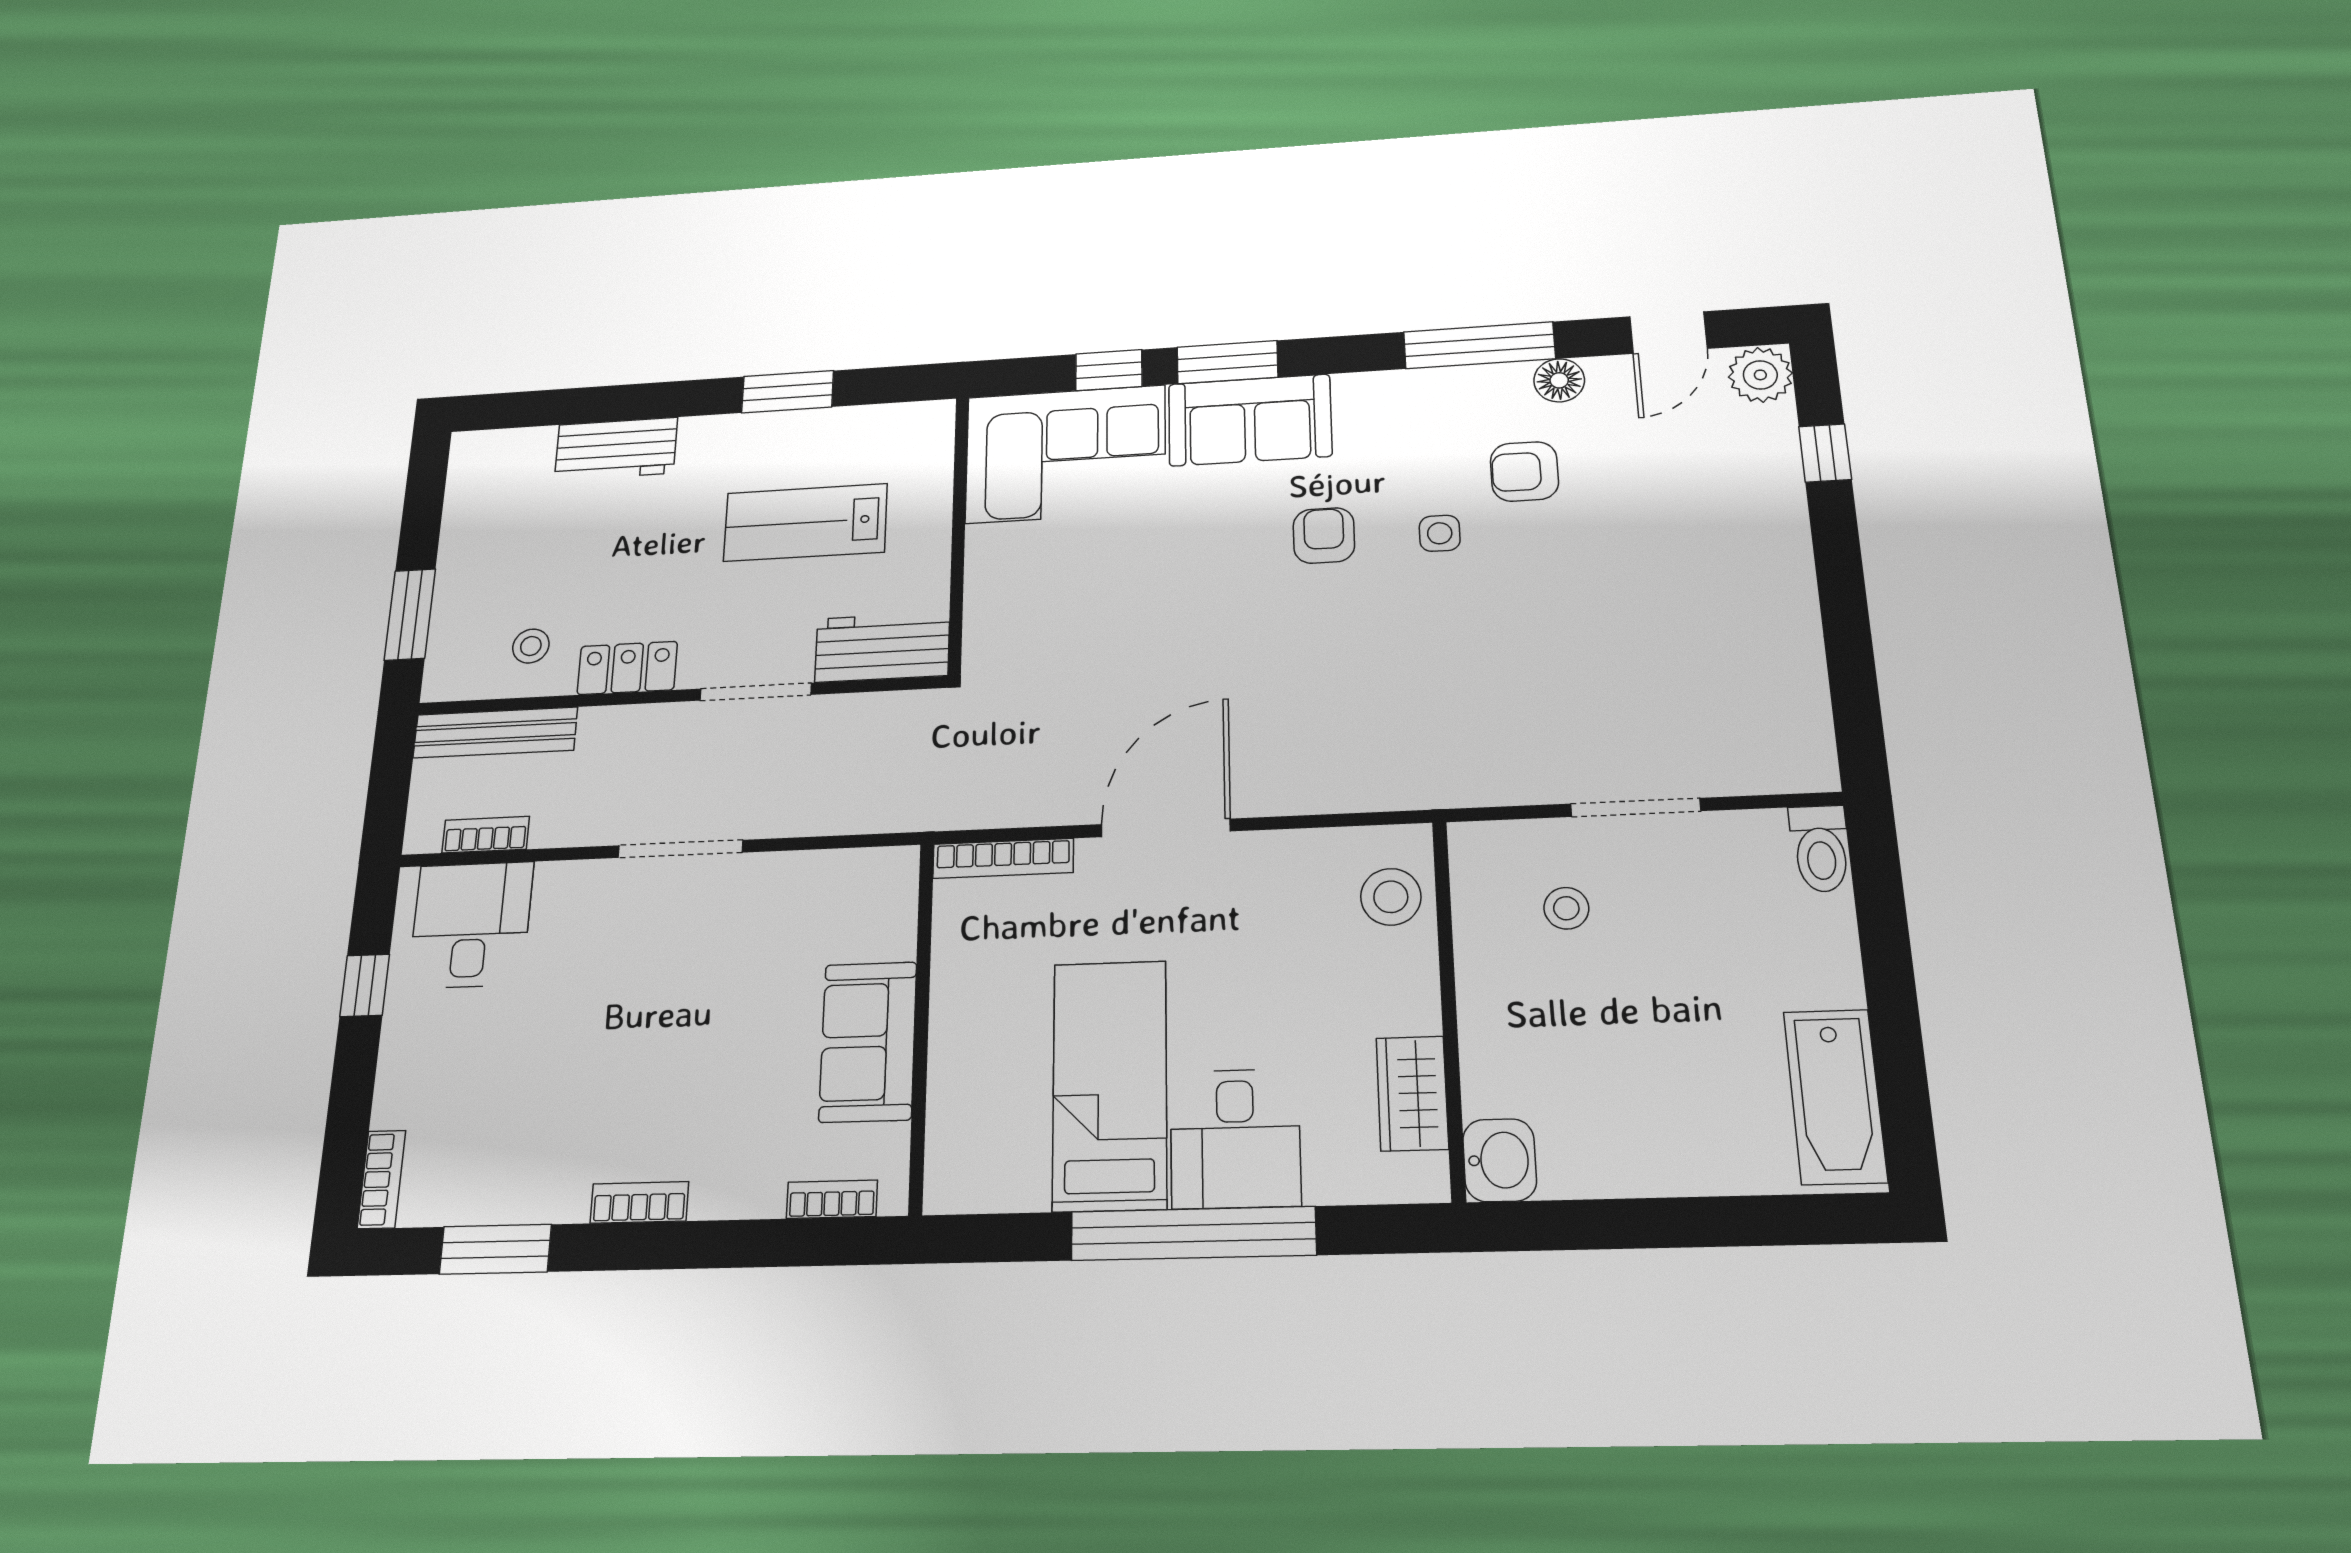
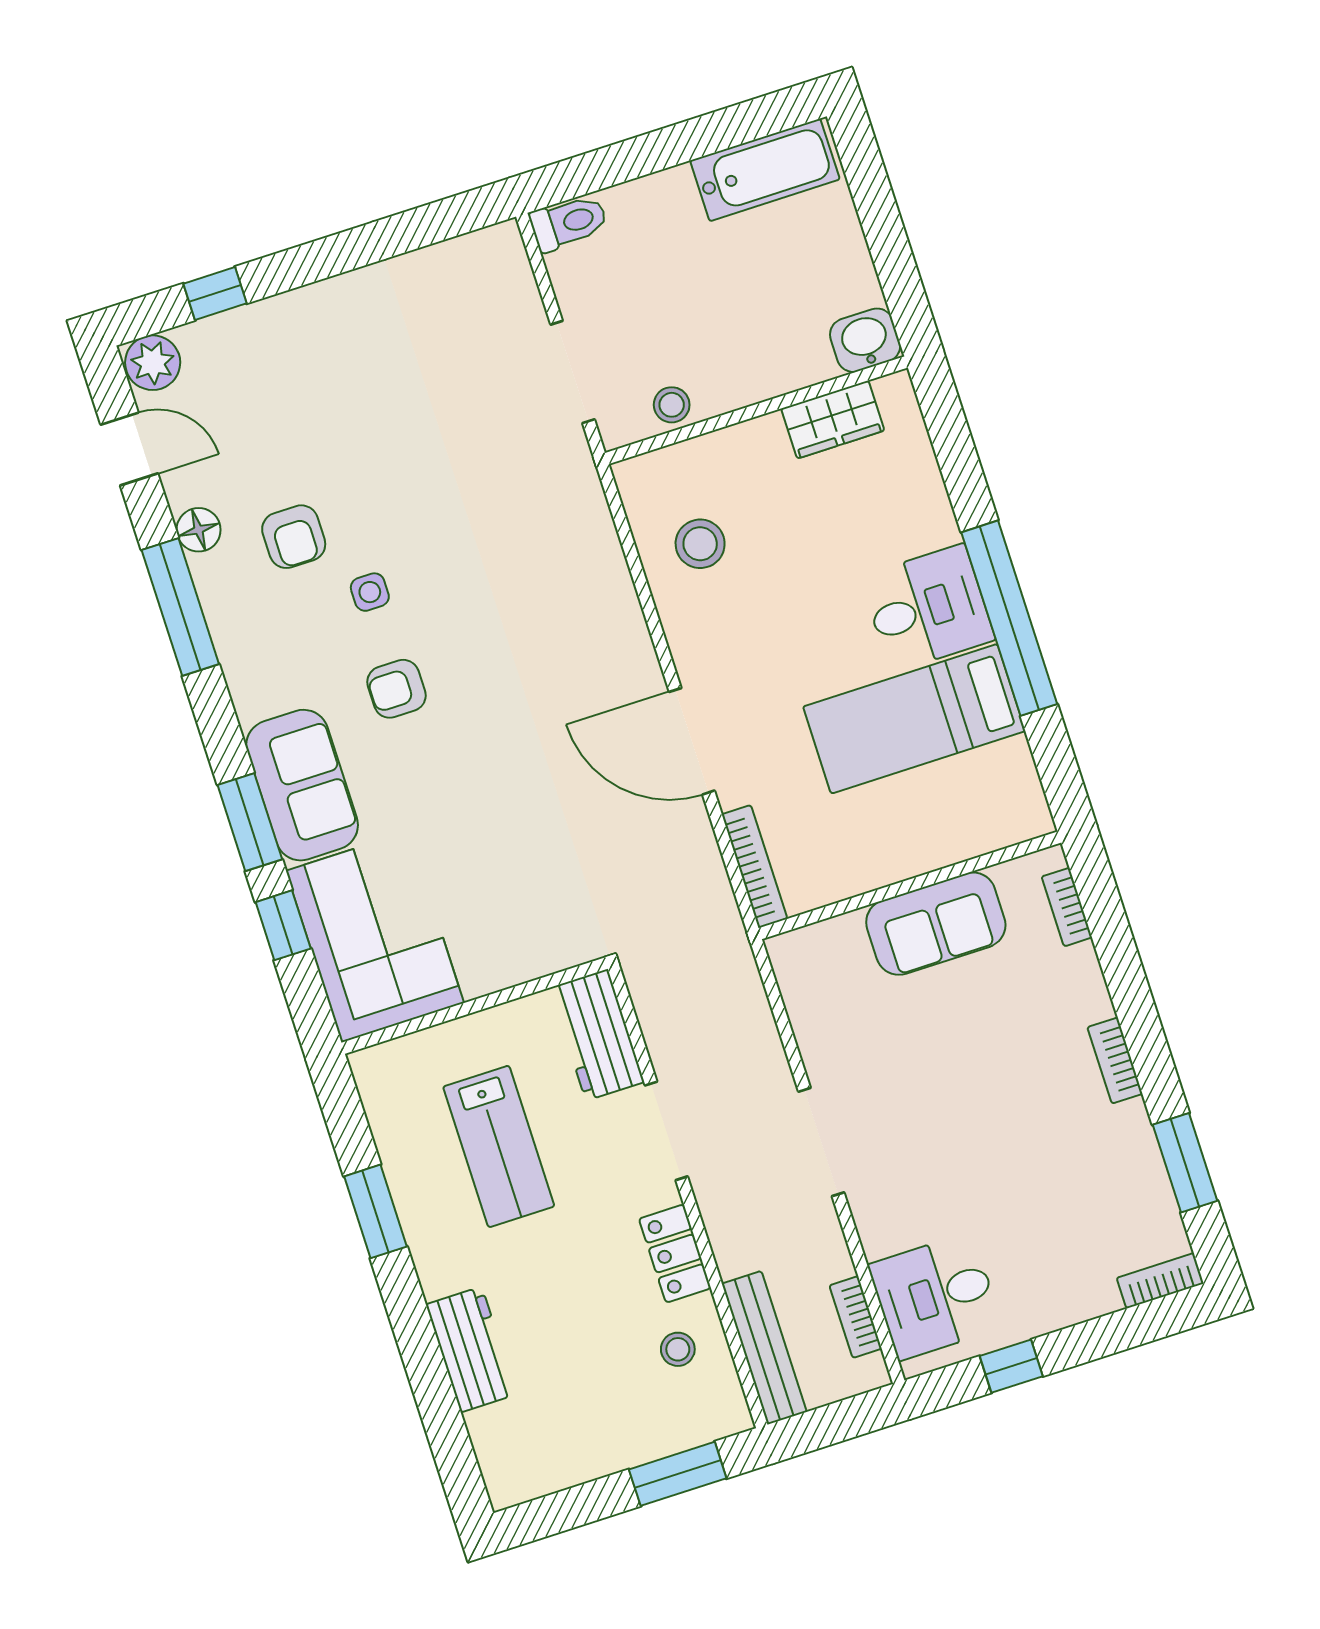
wall: (1449, 1007) -> (756, 410), moved
wardrobe: (1412, 1093) -> (833, 420), moved
washbasin: (1500, 1160) -> (865, 340), moved

